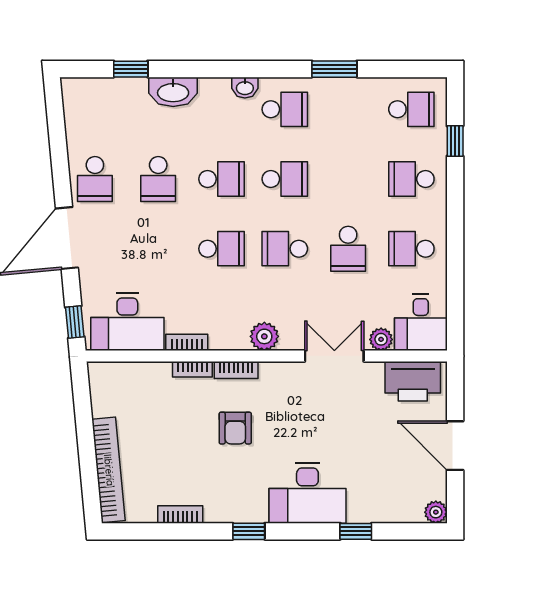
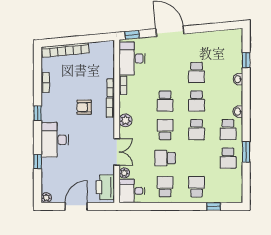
washbasin: (173, 92) -> (238, 79), width x0.52, depth x0.69
school desk: (411, 109) -> (228, 158), moved
school desk: (95, 179) -> (197, 44), removed
school desk: (158, 179) -> (197, 72), turned -90

